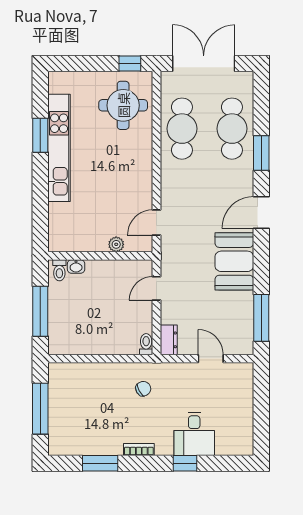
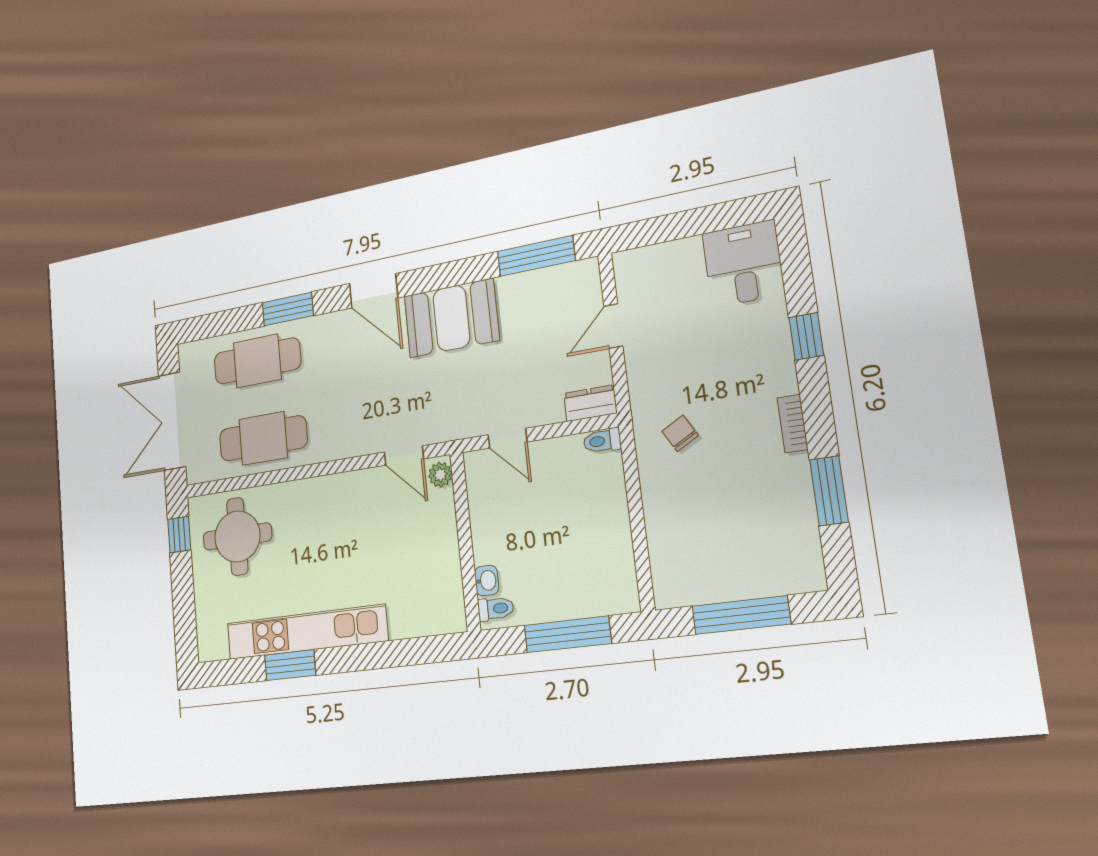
plant: (116, 244) -> (440, 475), moved
desk: (194, 434) -> (743, 264), moved, turned -90

